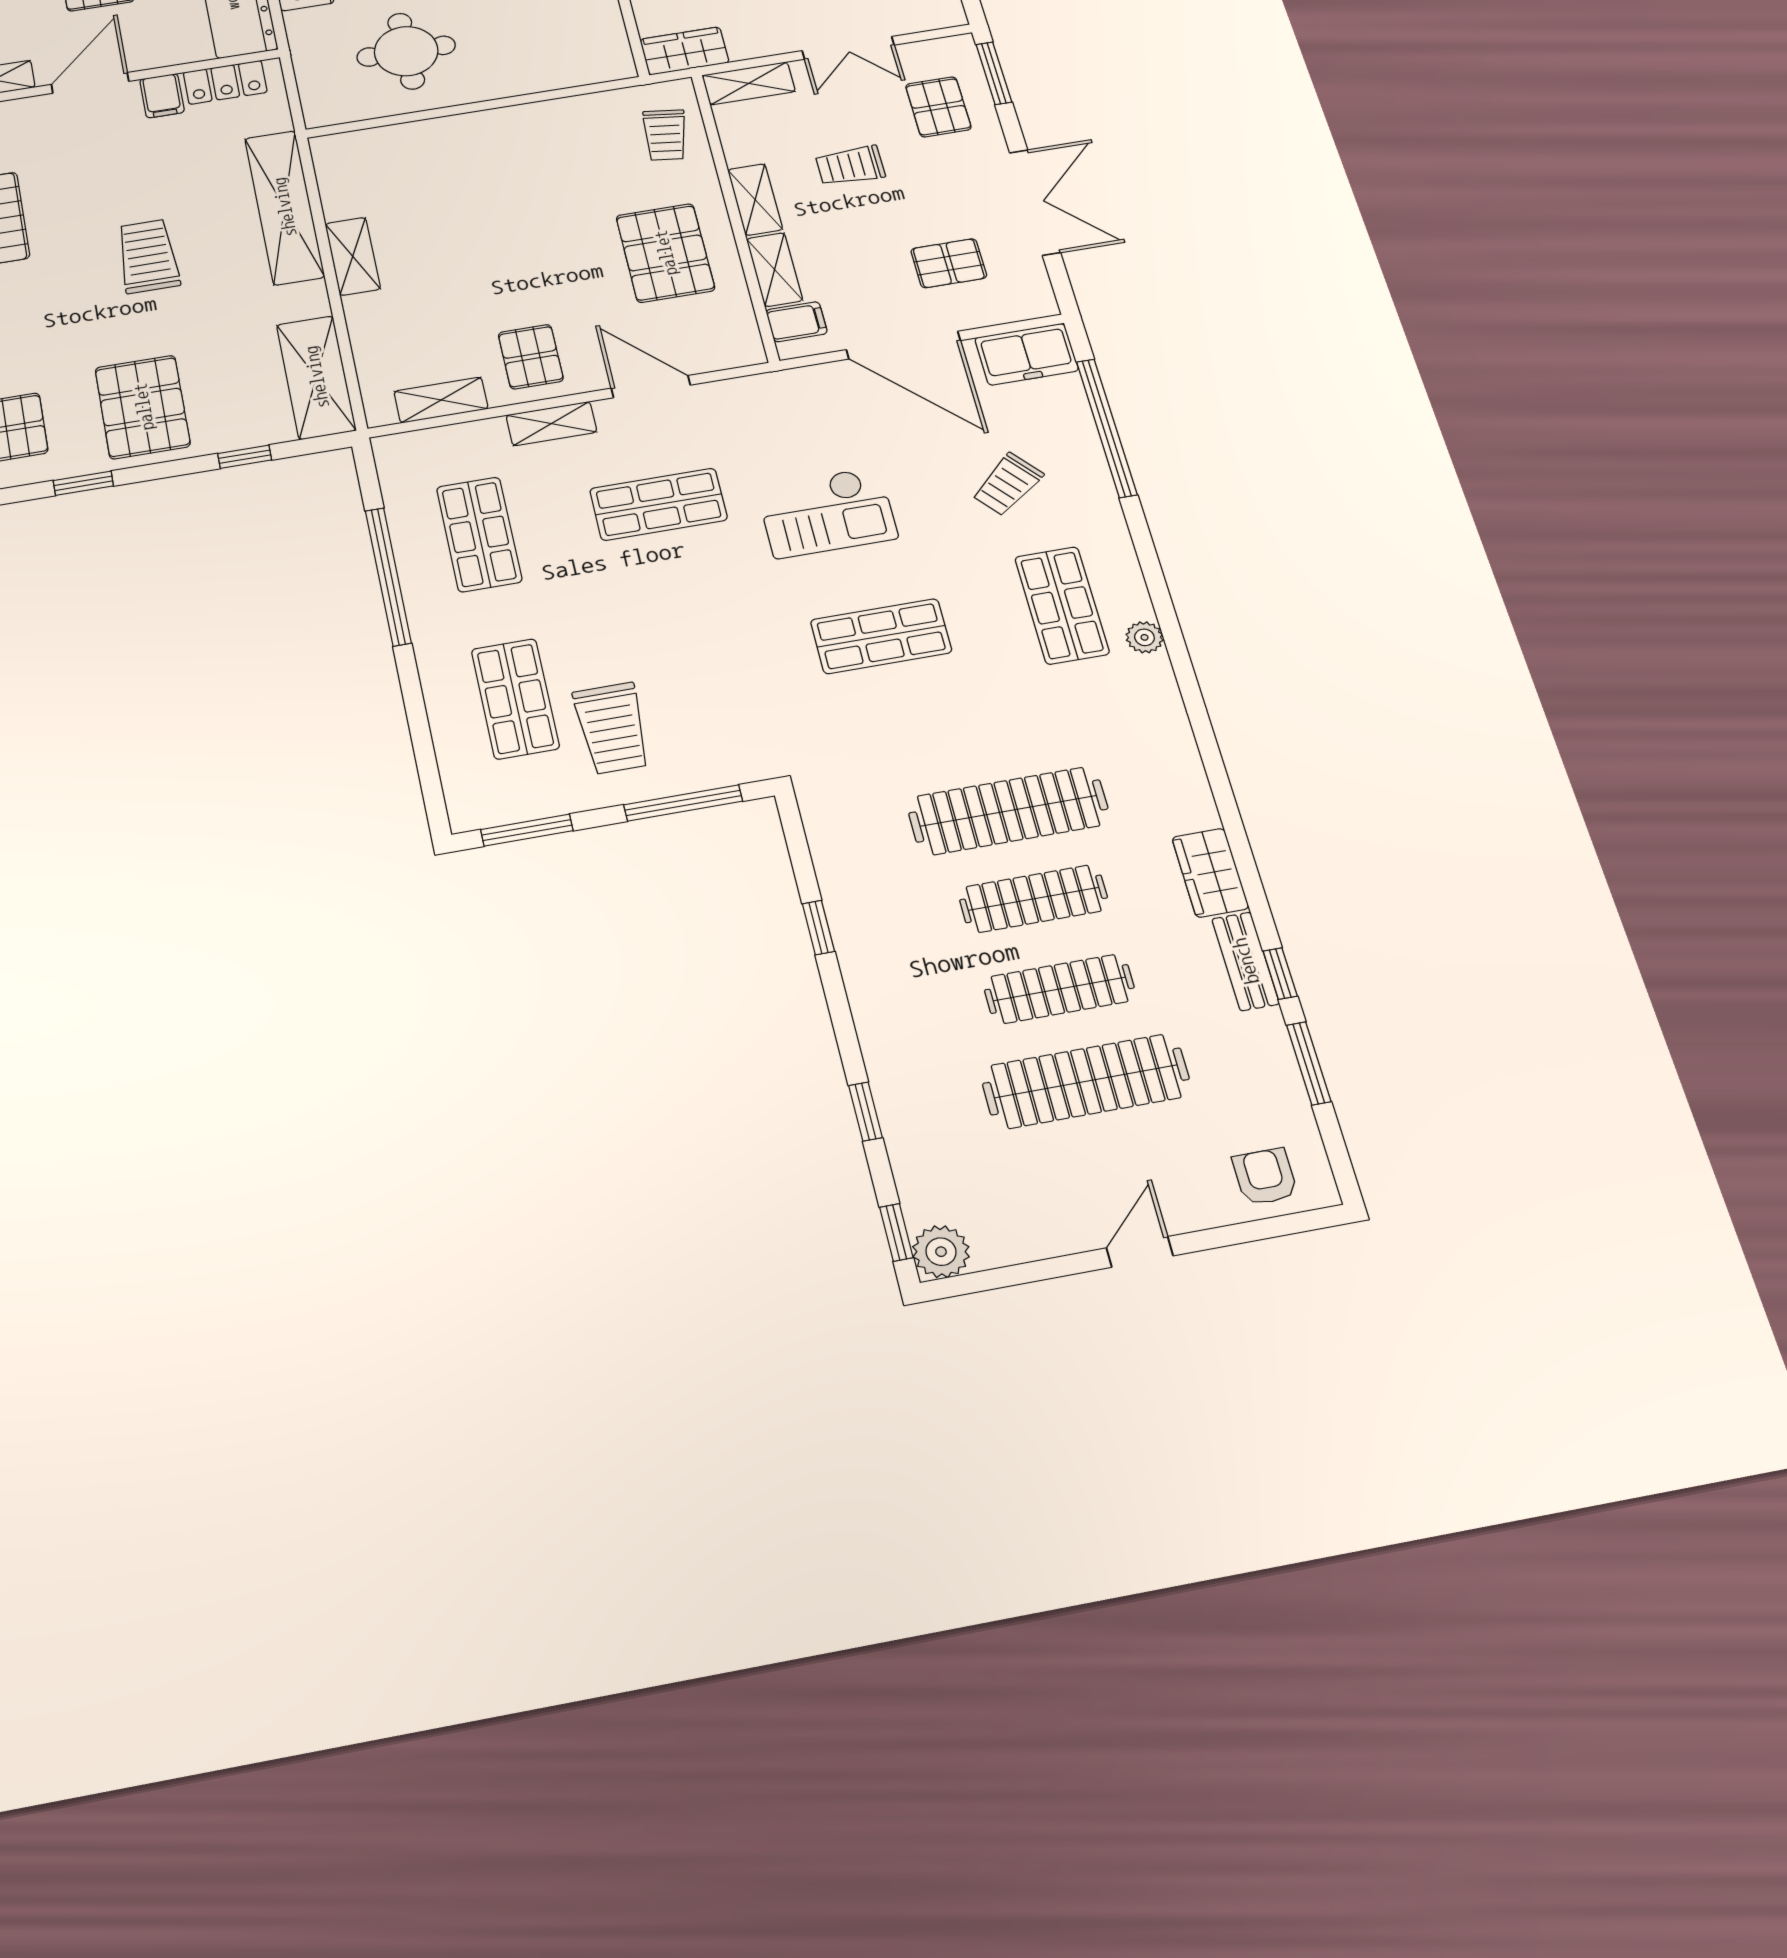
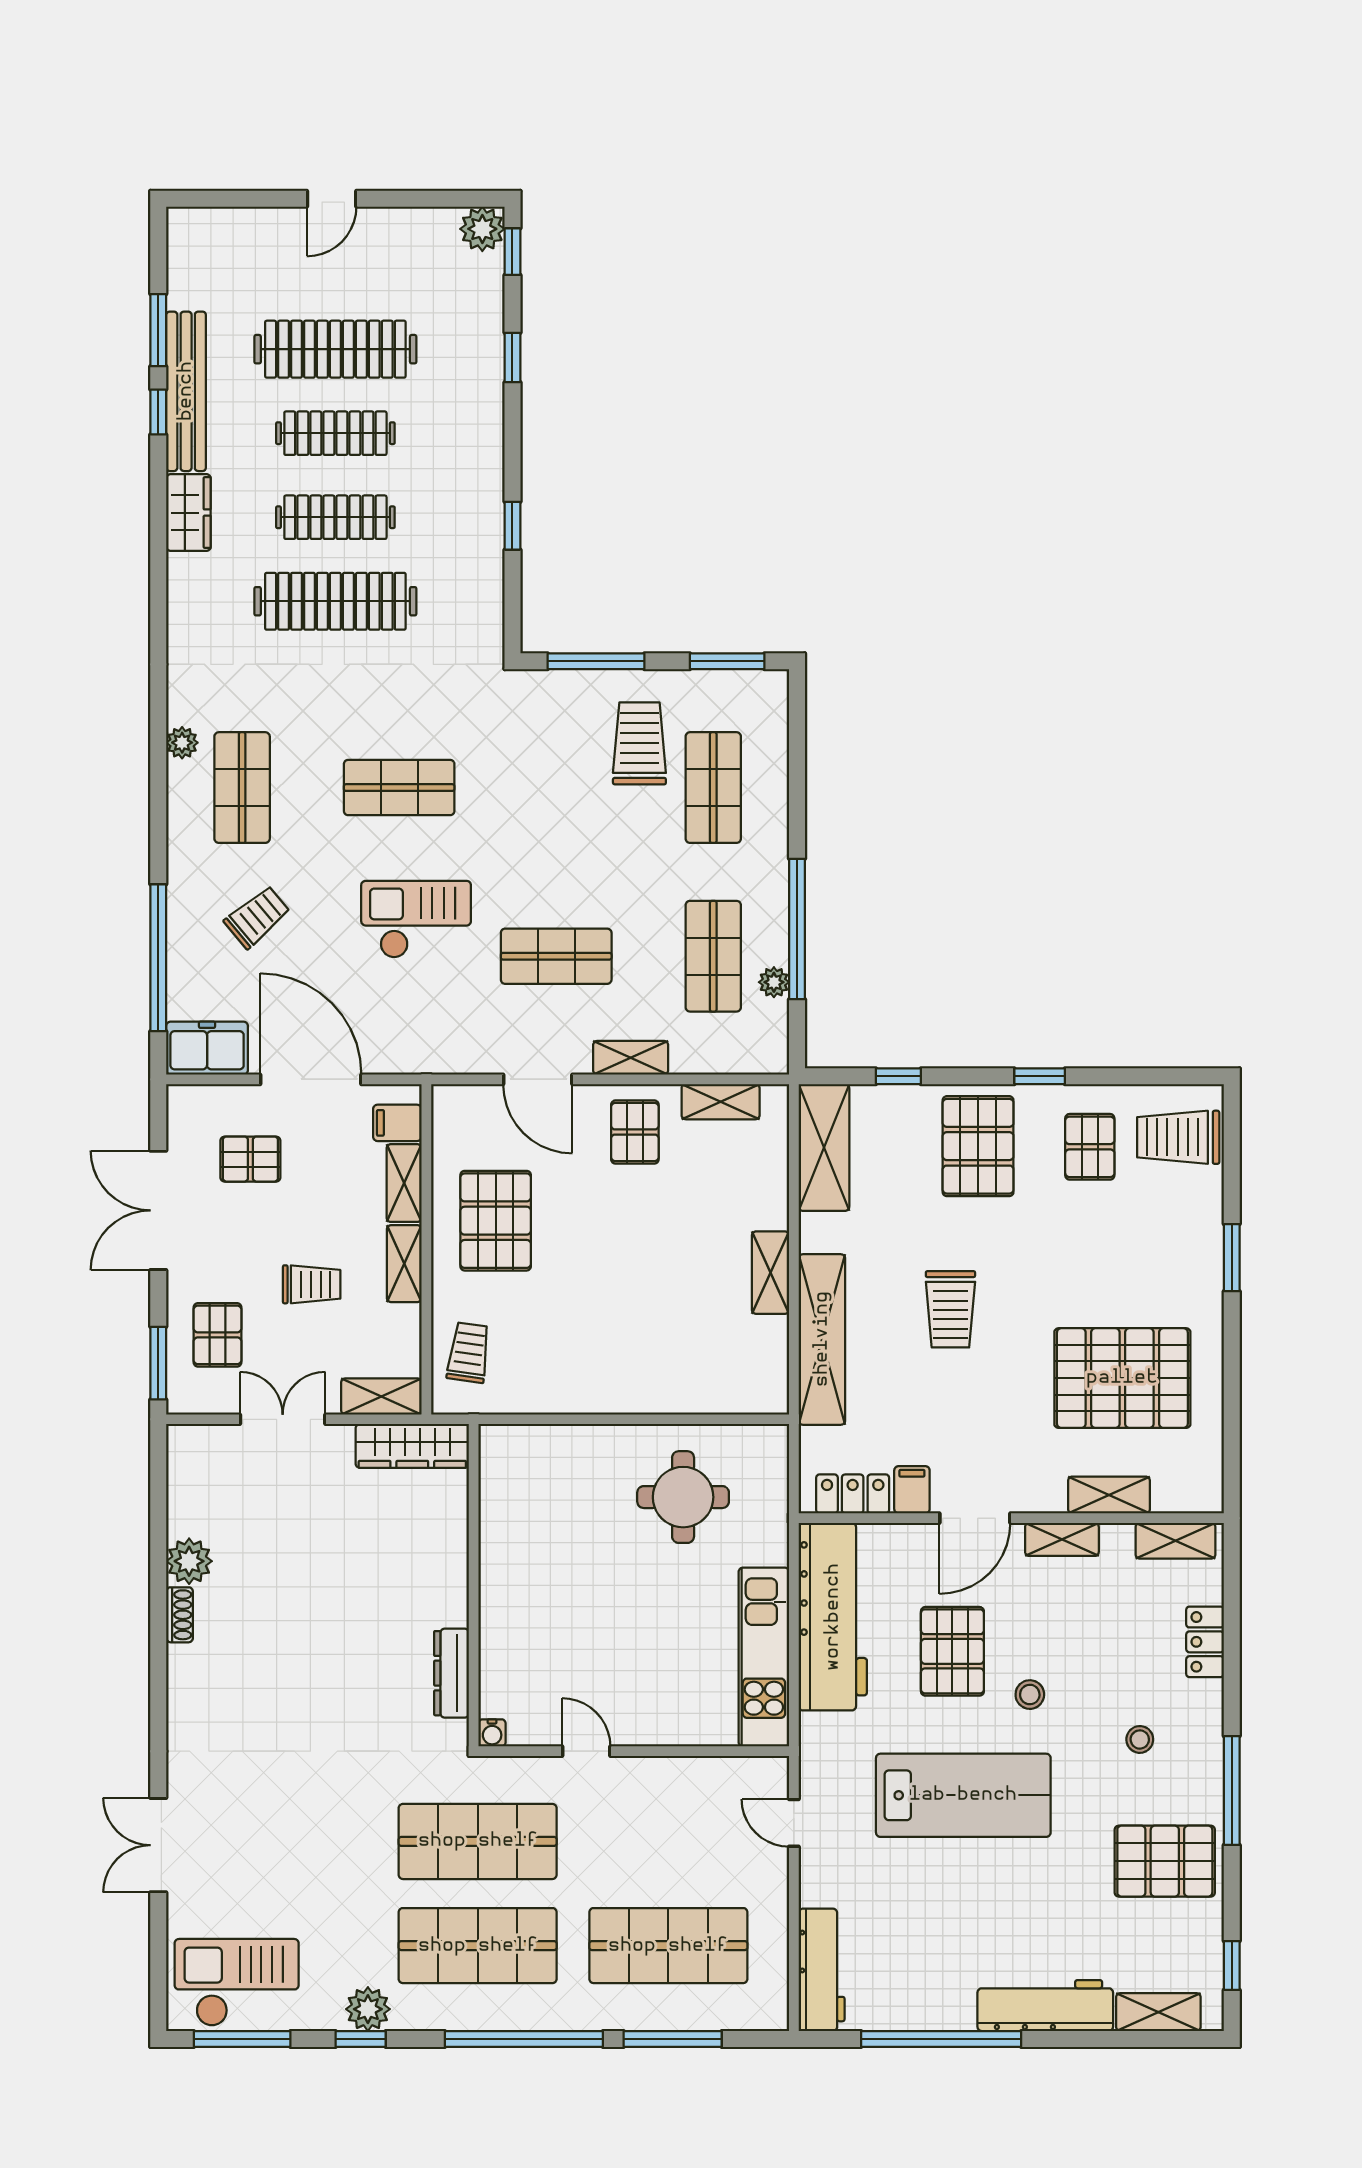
wardrobe: (684, 51) -> (412, 1446), width x1.50
plant: (404, 521) -> (774, 982), added
bench: (1245, 961) -> (186, 391), width x1.86, depth x1.21
armchair: (1265, 1177) -> (219, 242), removed

